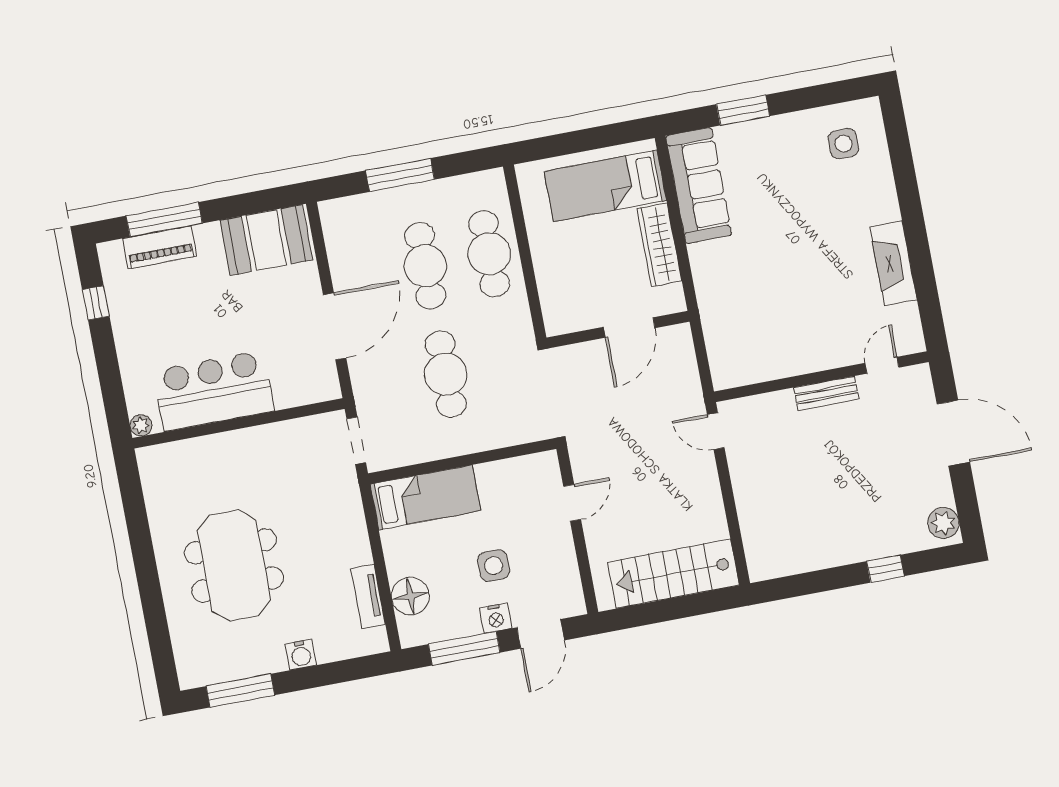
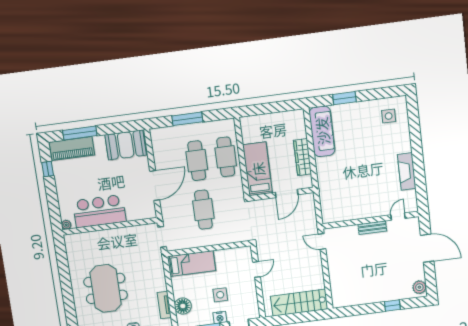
bed: (605, 186) -> (258, 169), moved, turned 90
piano: (160, 247) -> (72, 149), width x1.37, depth x1.33

